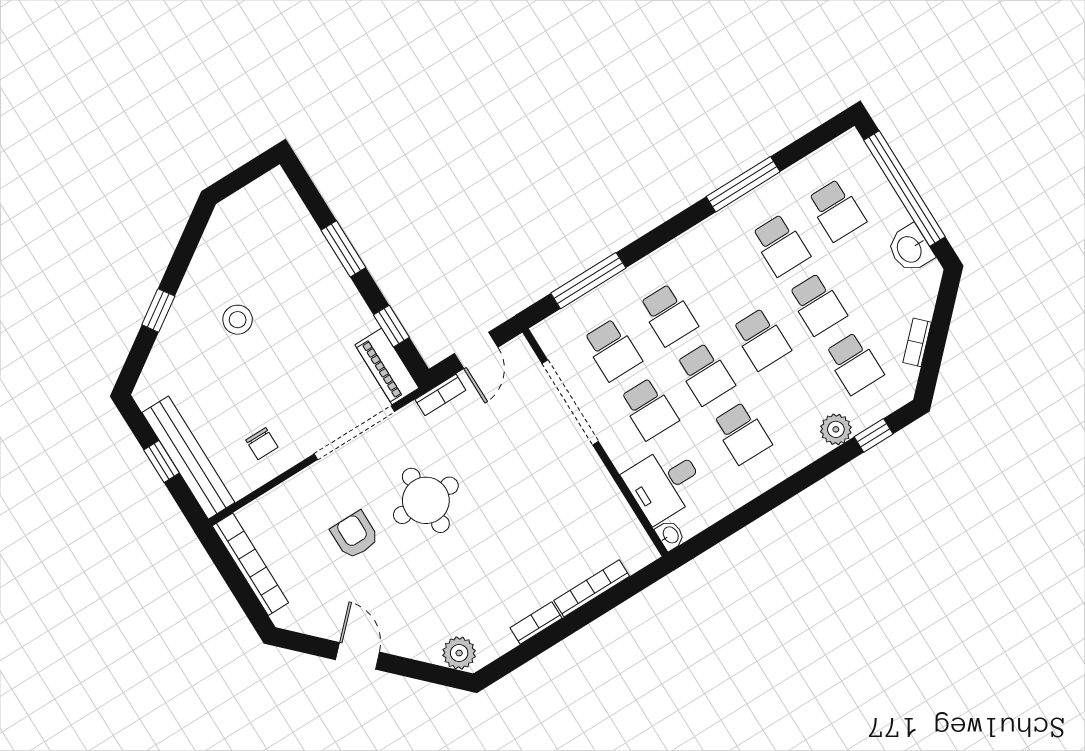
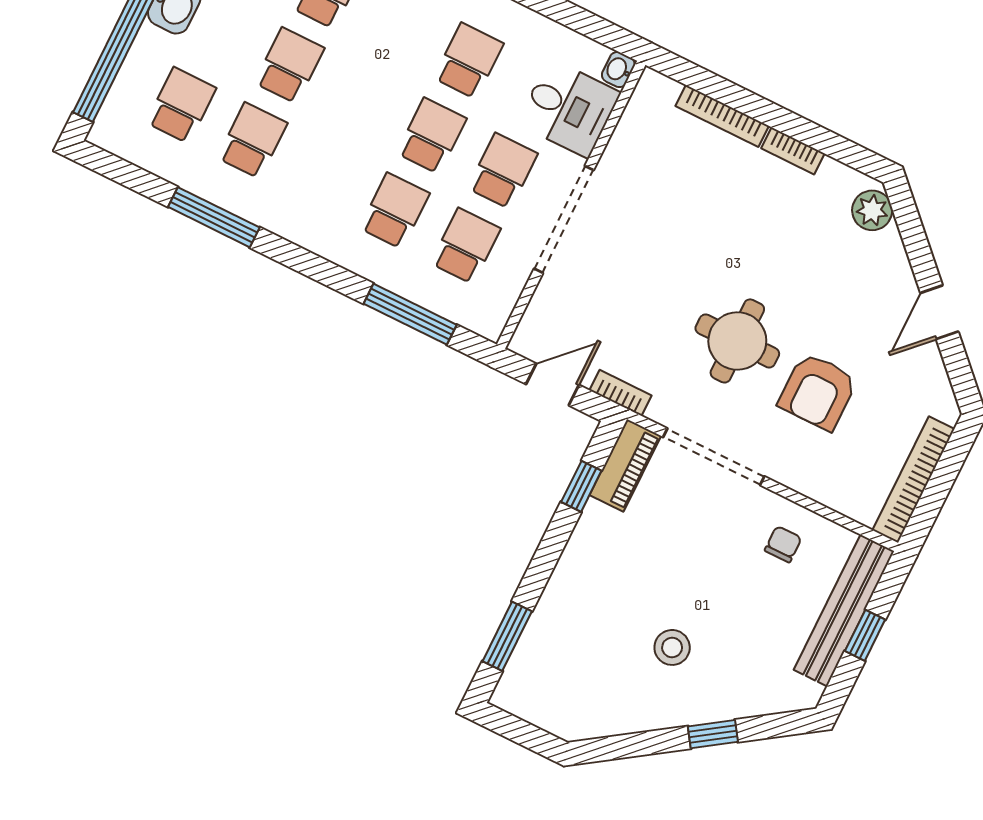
window: (343, 249) -> (507, 636), moved
school desk: (761, 339) -> (360, 101), removed
doorway: (570, 402) -> (564, 219), moved
armchair: (355, 535) -> (818, 391), width x1.38, depth x1.38

